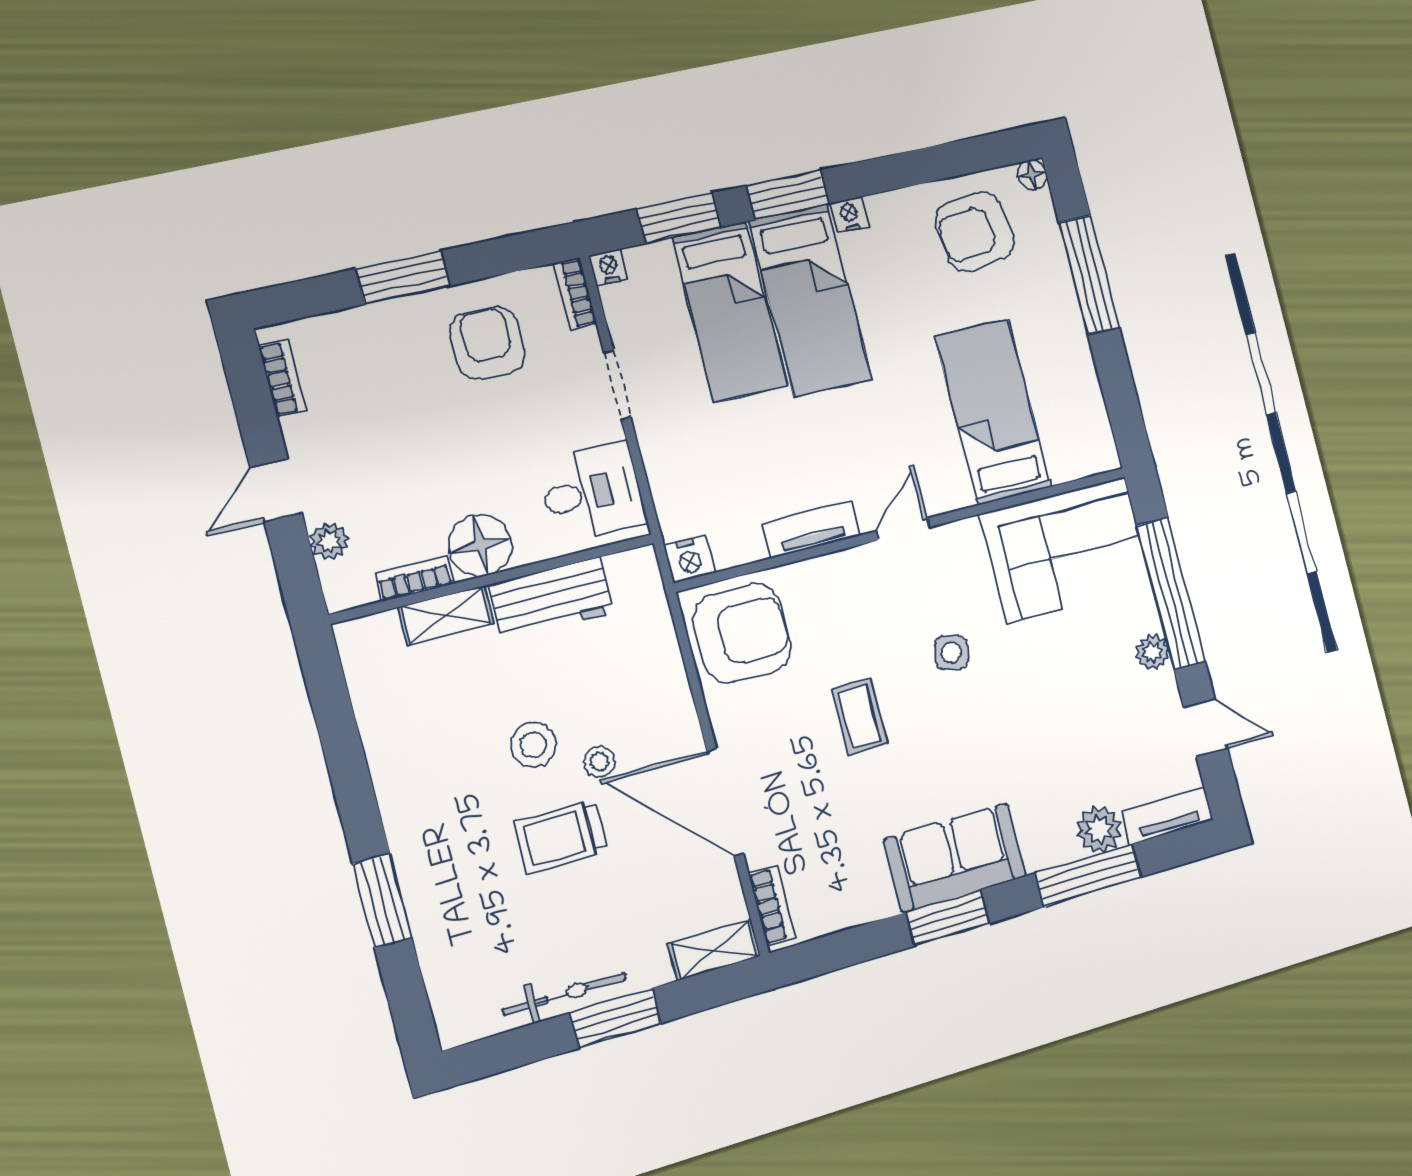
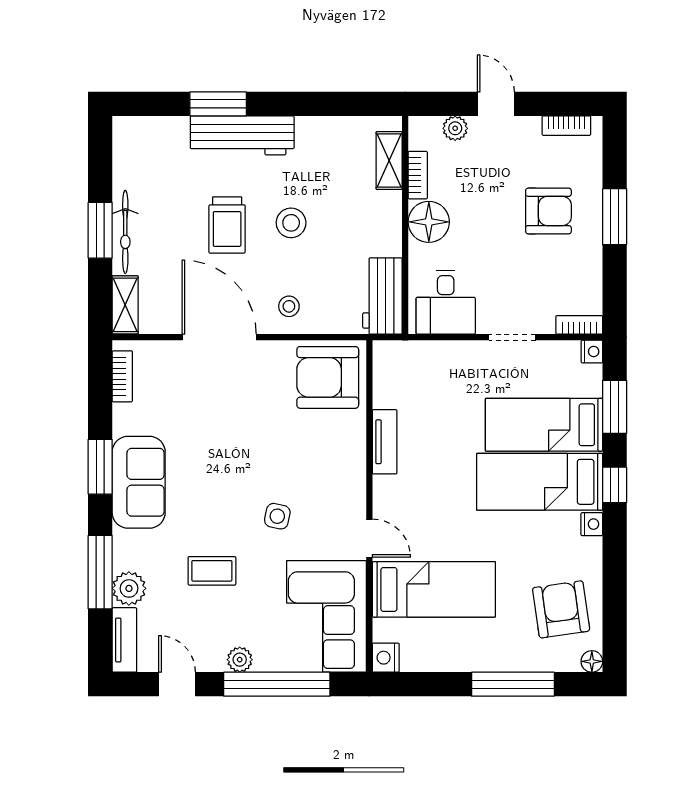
window: (788, 195) -> (615, 485), width x0.67
armchair: (487, 343) -> (548, 211), moved
door: (903, 529) -> (369, 538), moved
nightstand: (689, 559) -> (386, 658), moved
workbench: (551, 599) -> (382, 296), moved
shelving: (446, 615) -> (389, 160), moved
armchair: (742, 633) -> (328, 377), turned 90
coffee table: (859, 717) -> (212, 571), moved
door: (1206, 728) -> (177, 684), swing flipped
stool: (599, 762) -> (289, 306), moved
door: (725, 802) -> (219, 337), hinge flipped
trolley: (561, 837) -> (227, 225), turned 180
workbench: (421, 852) -> (242, 135), added
bookcase: (772, 905) -> (122, 376), moved, turned -90
bicycle: (565, 994) -> (125, 232), moved

